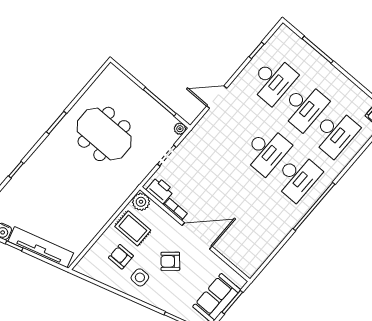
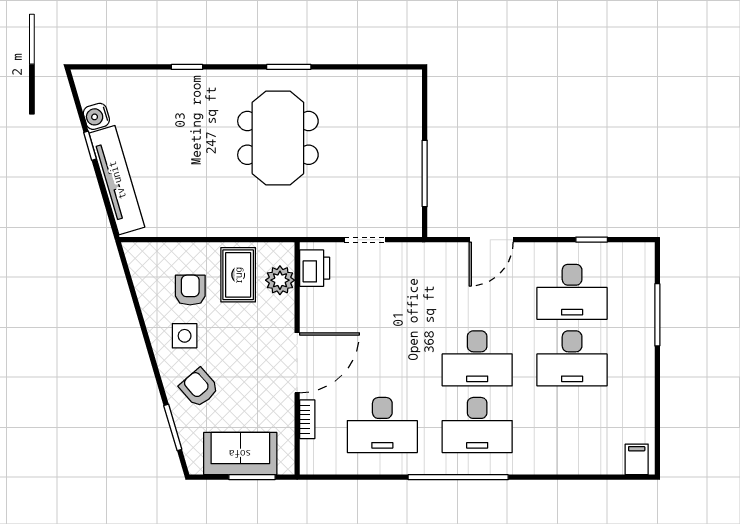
door: (217, 97) -> (491, 240), swing flipped
plant: (180, 129) -> (412, 227), removed
desk: (335, 133) -> (382, 425), moved
meeting table: (104, 134) -> (278, 138), moved
plant: (141, 202) -> (280, 280), moved
bookcase: (175, 209) -> (307, 419), moved
door: (197, 236) -> (297, 363), hinge flipped
armchair: (170, 261) -> (199, 388), moved

